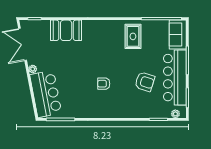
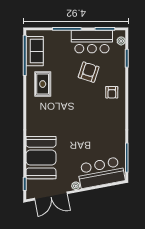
booth: (66, 30) -> (41, 158), width x1.36, depth x1.42
sofa: (178, 35) -> (35, 51), moved, turned -90
rug: (133, 36) -> (43, 84), turned 90
bar counter: (175, 78) -> (92, 42), width x0.73
armchair: (104, 84) -> (112, 92), moved

